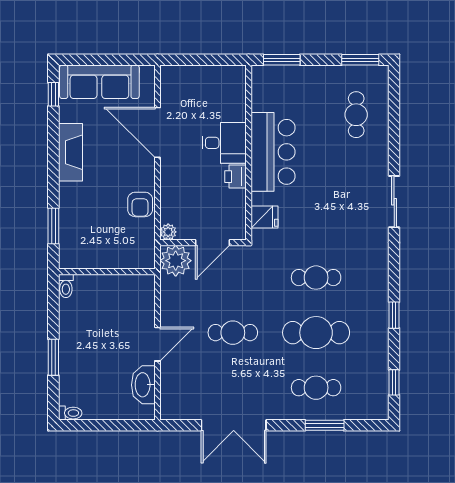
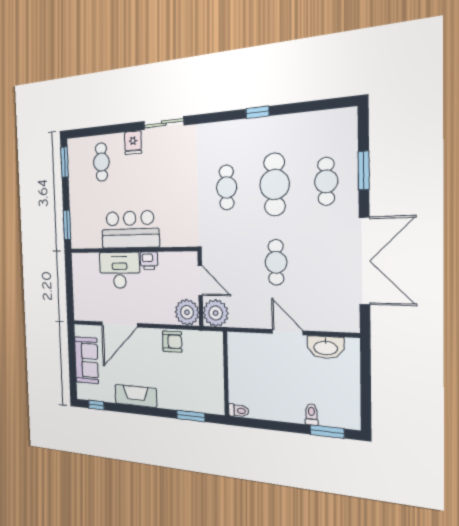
sofa: (99, 82) -> (86, 360), width x0.73
cafe table: (356, 115) -> (101, 162), turned 90
desk: (224, 143) -> (120, 270), width x1.37
fridge: (264, 217) -> (133, 143), moved, turned 180
plant: (168, 232) -> (187, 312), width x1.88, depth x1.88
window: (53, 357) -> (327, 432), moved
window: (394, 382) -> (320, 105), removed
toilet: (70, 413) -> (311, 414), moved
double door: (234, 425) -> (365, 261), width x1.36

